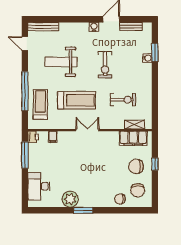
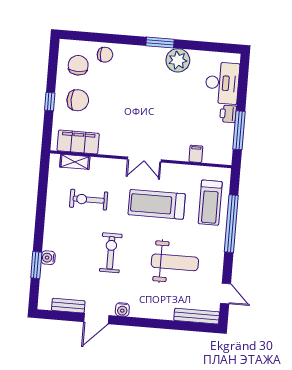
printer: (33, 137) -> (228, 114), moved

